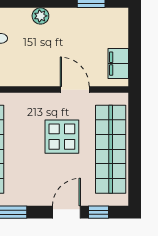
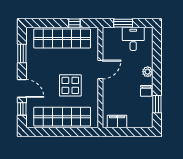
chair: (71, 18) -> (146, 91), added
door: (75, 90) -> (100, 69), moved

